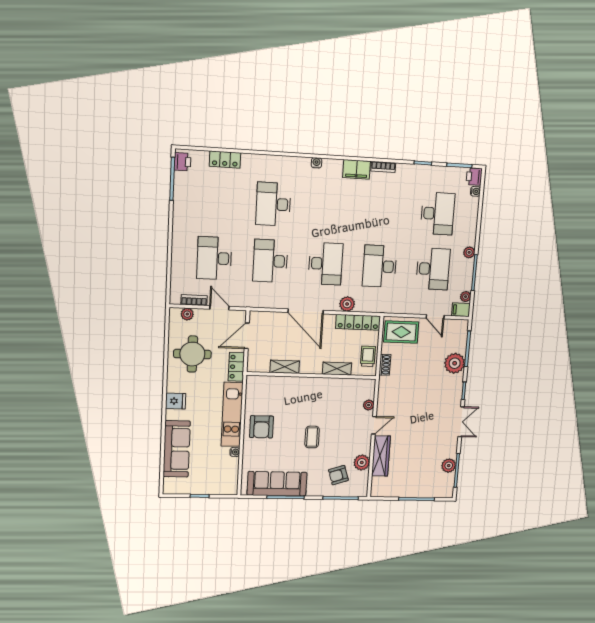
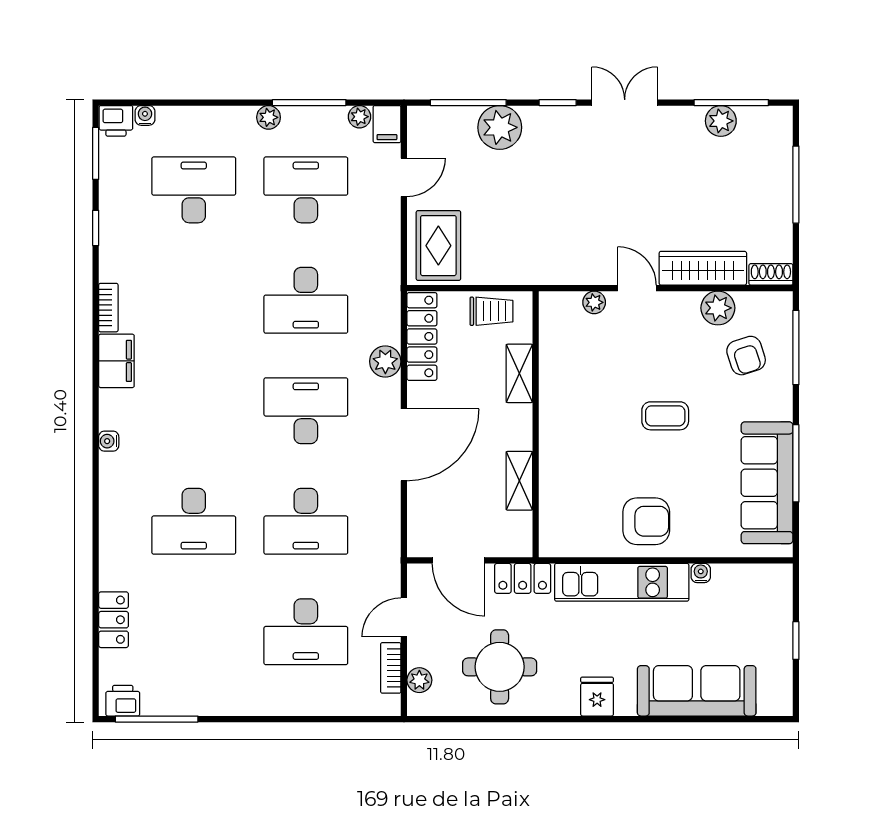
trolley: (368, 356) -> (491, 311), turned 180
shoe rack: (385, 365) -> (771, 274), moved

